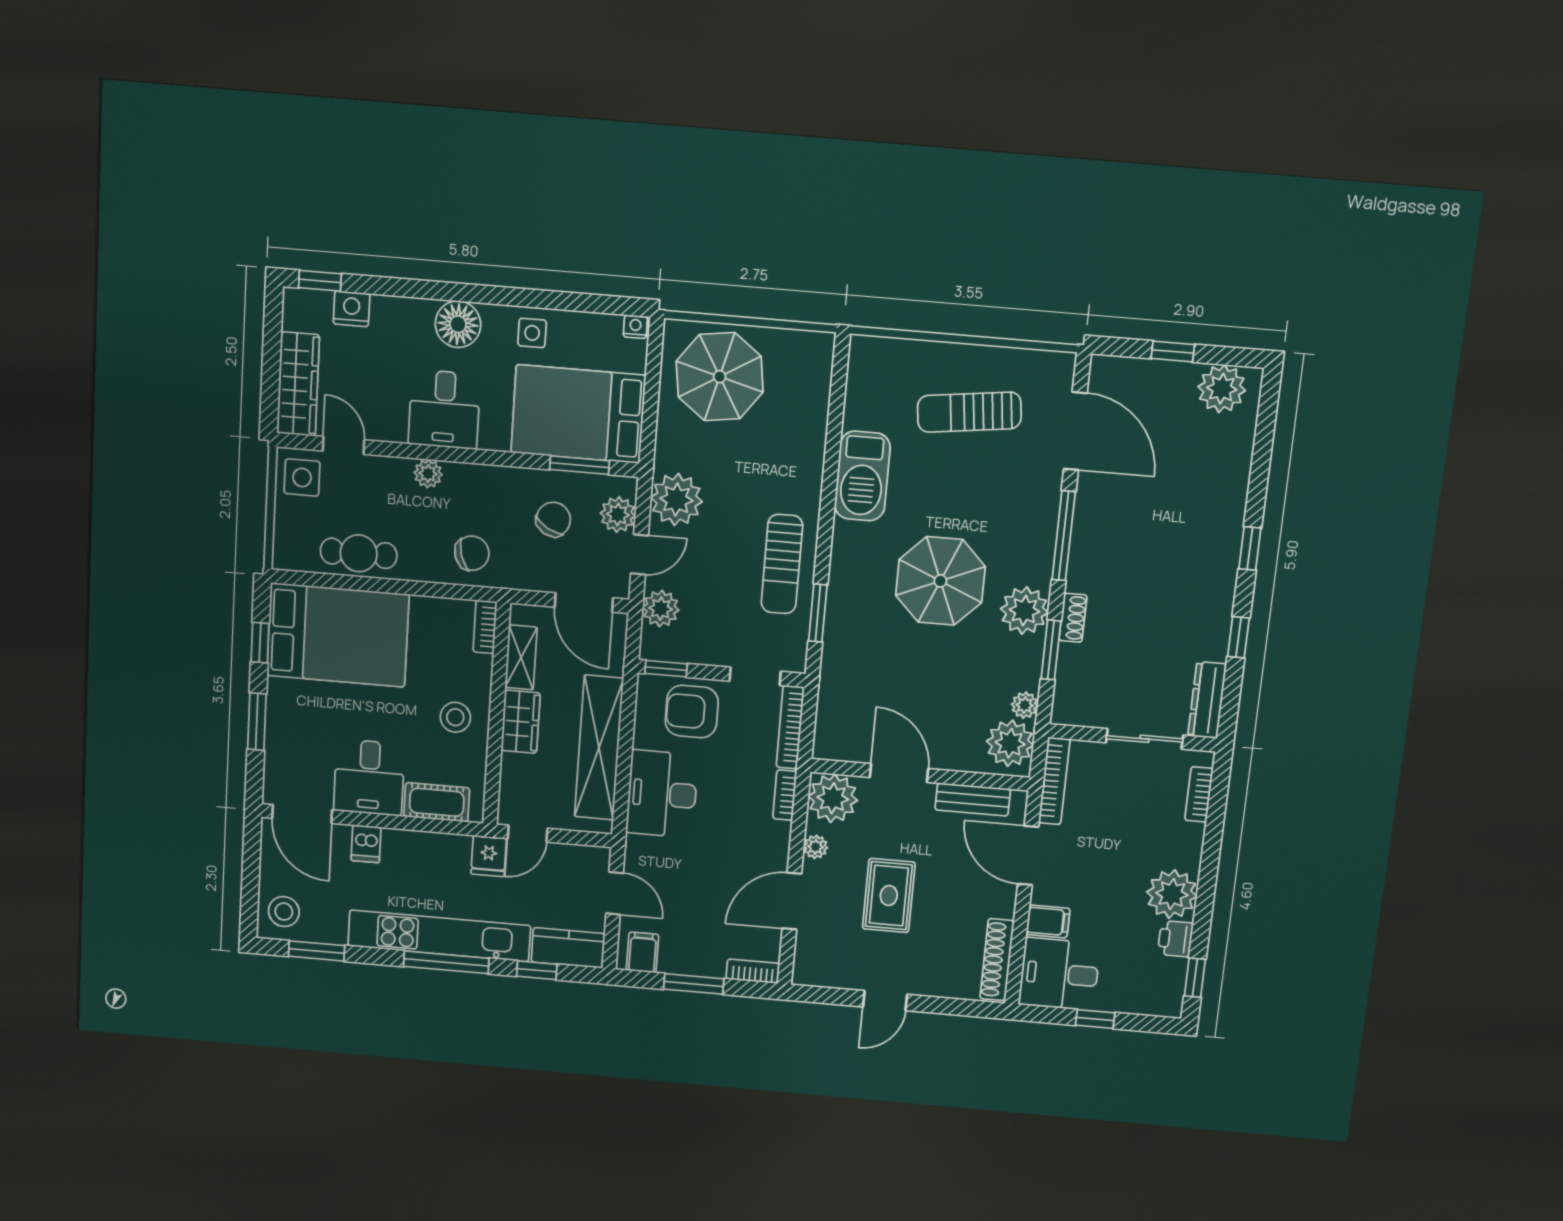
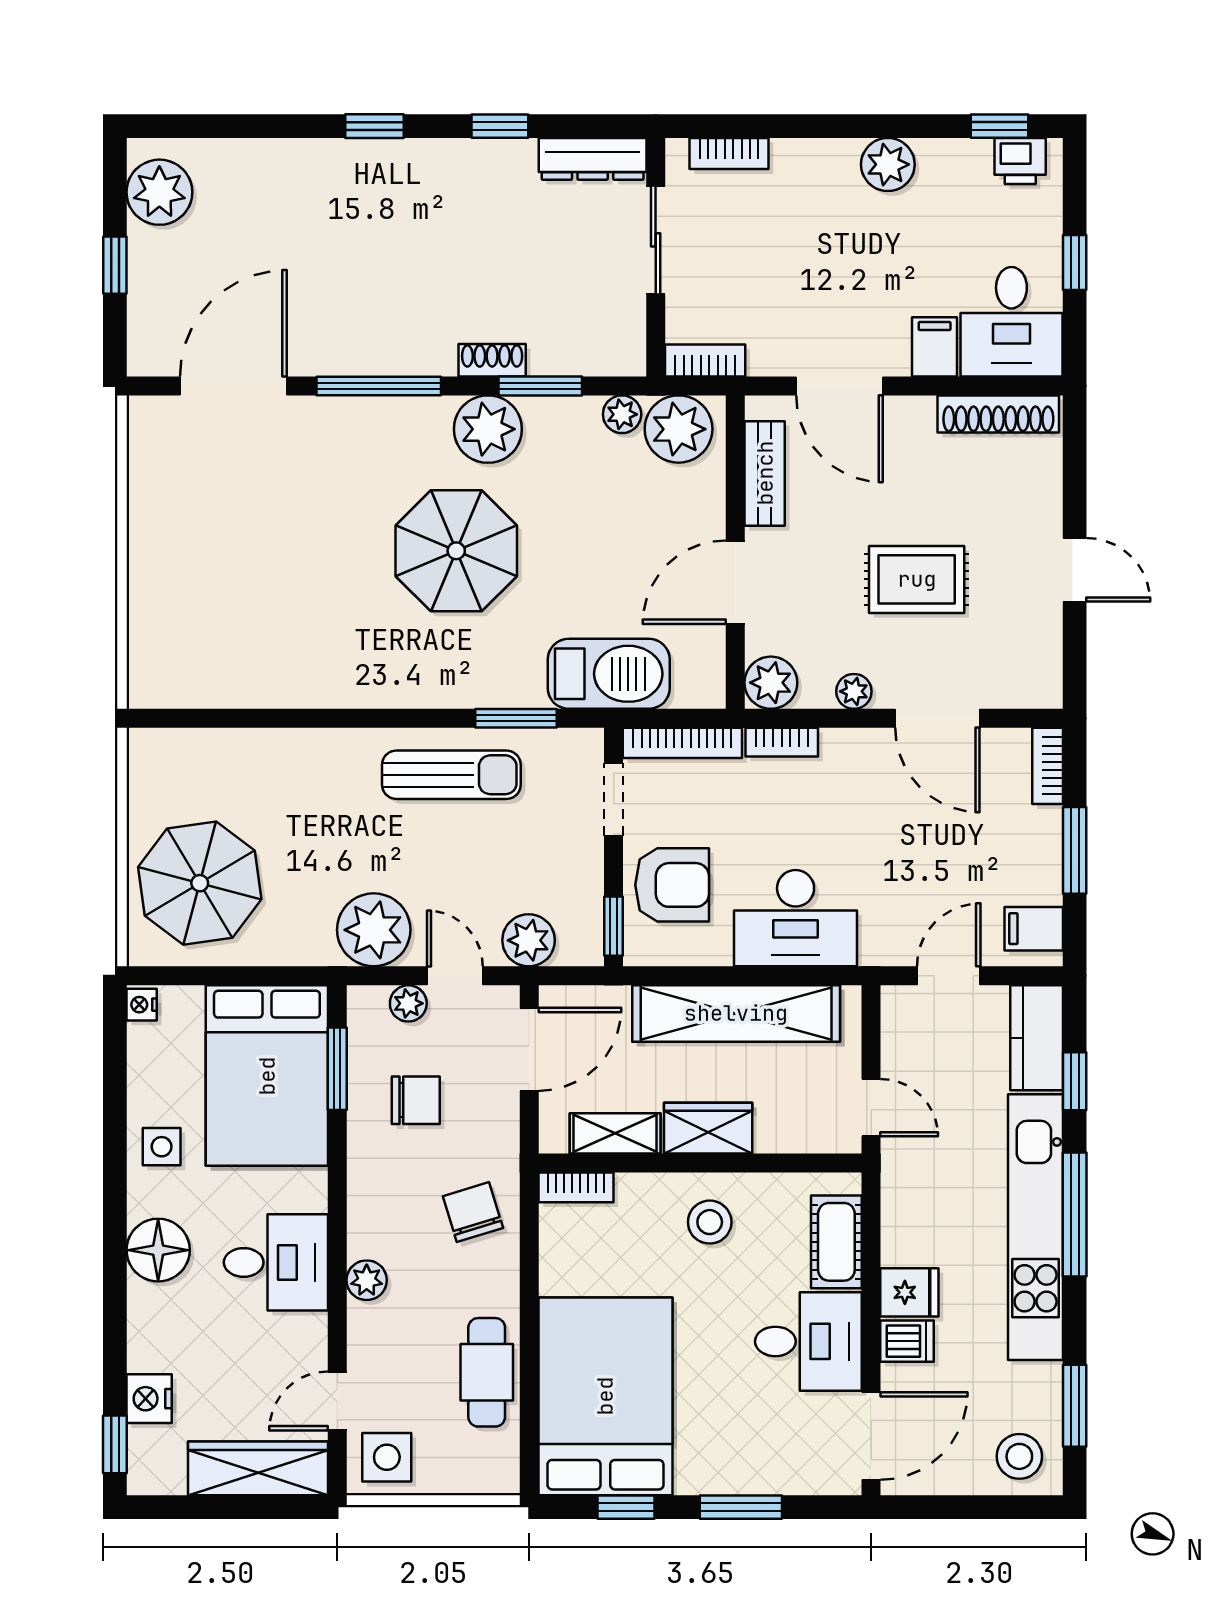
sun lounger: (969, 412) -> (220, 534), removed
barbecue: (862, 476) -> (609, 674), moved
plant: (618, 515) -> (408, 1003), width x0.73, depth x0.73
chair: (553, 519) -> (416, 1100), turned 150
armchair: (692, 712) -> (672, 885), turned -90
bookcase: (1054, 781) -> (705, 361), width x0.64
plant: (833, 798) -> (771, 683), width x0.73, depth x0.73
door: (1028, 855) -> (840, 386), hinge flipped
fridge: (489, 856) -> (909, 1292), moved
plant: (1172, 894) -> (888, 164), width x0.73, depth x0.73
printer: (1175, 939) -> (1020, 161), moved

